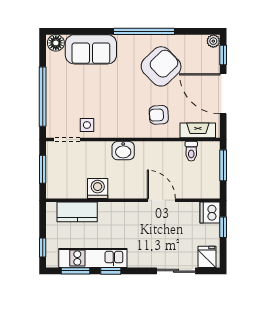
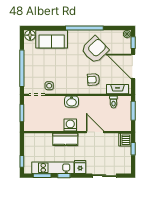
washing machine: (98, 189) -> (70, 125), moved
kitchen counter: (77, 212) -> (65, 139), moved
fridge: (207, 257) -> (80, 167), moved

